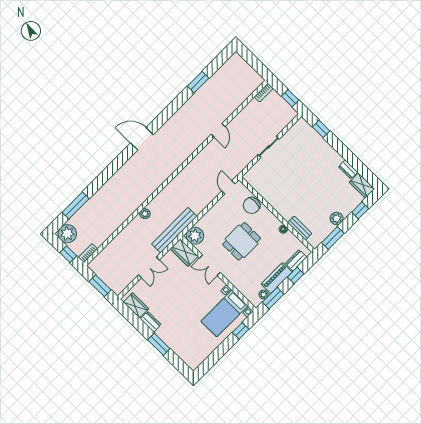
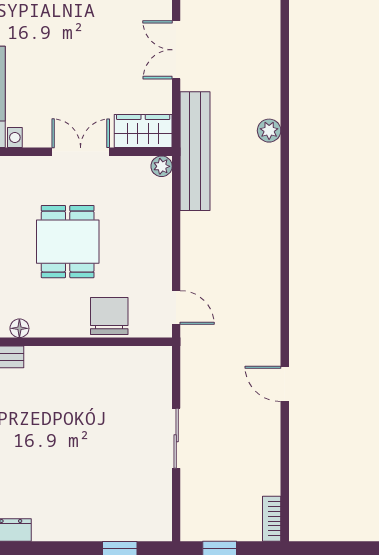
plant: (195, 236) -> (162, 166), width x0.53, depth x0.53

